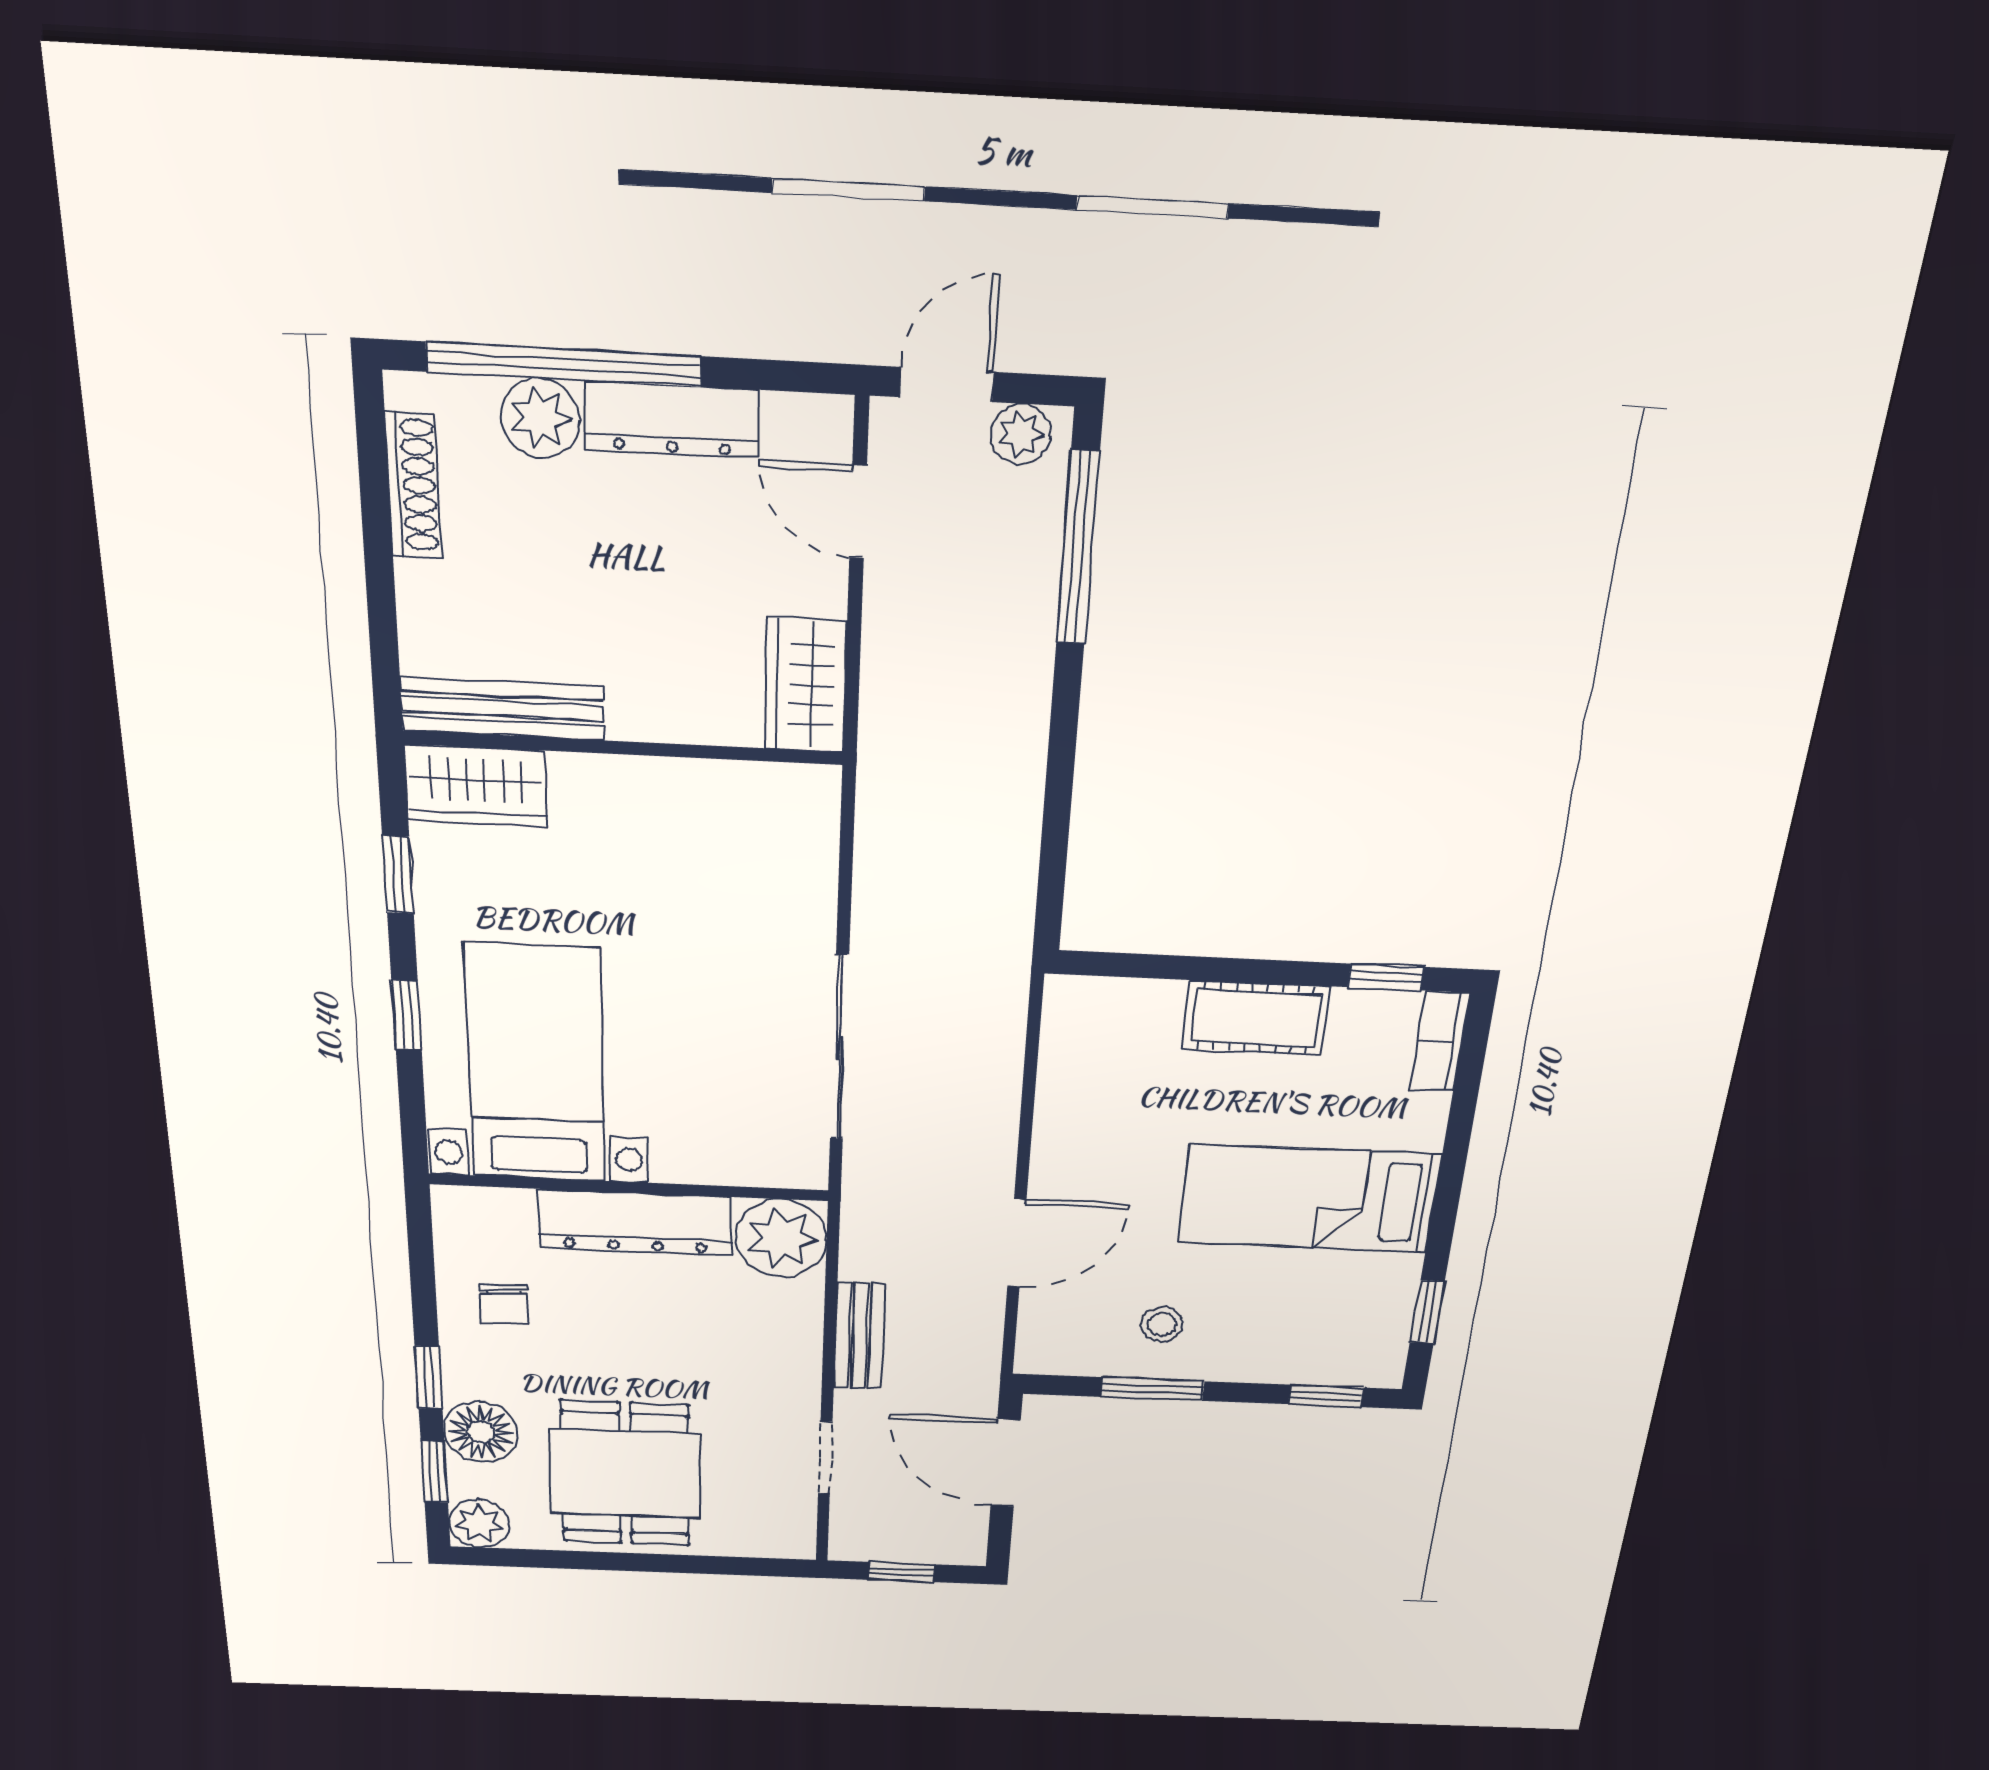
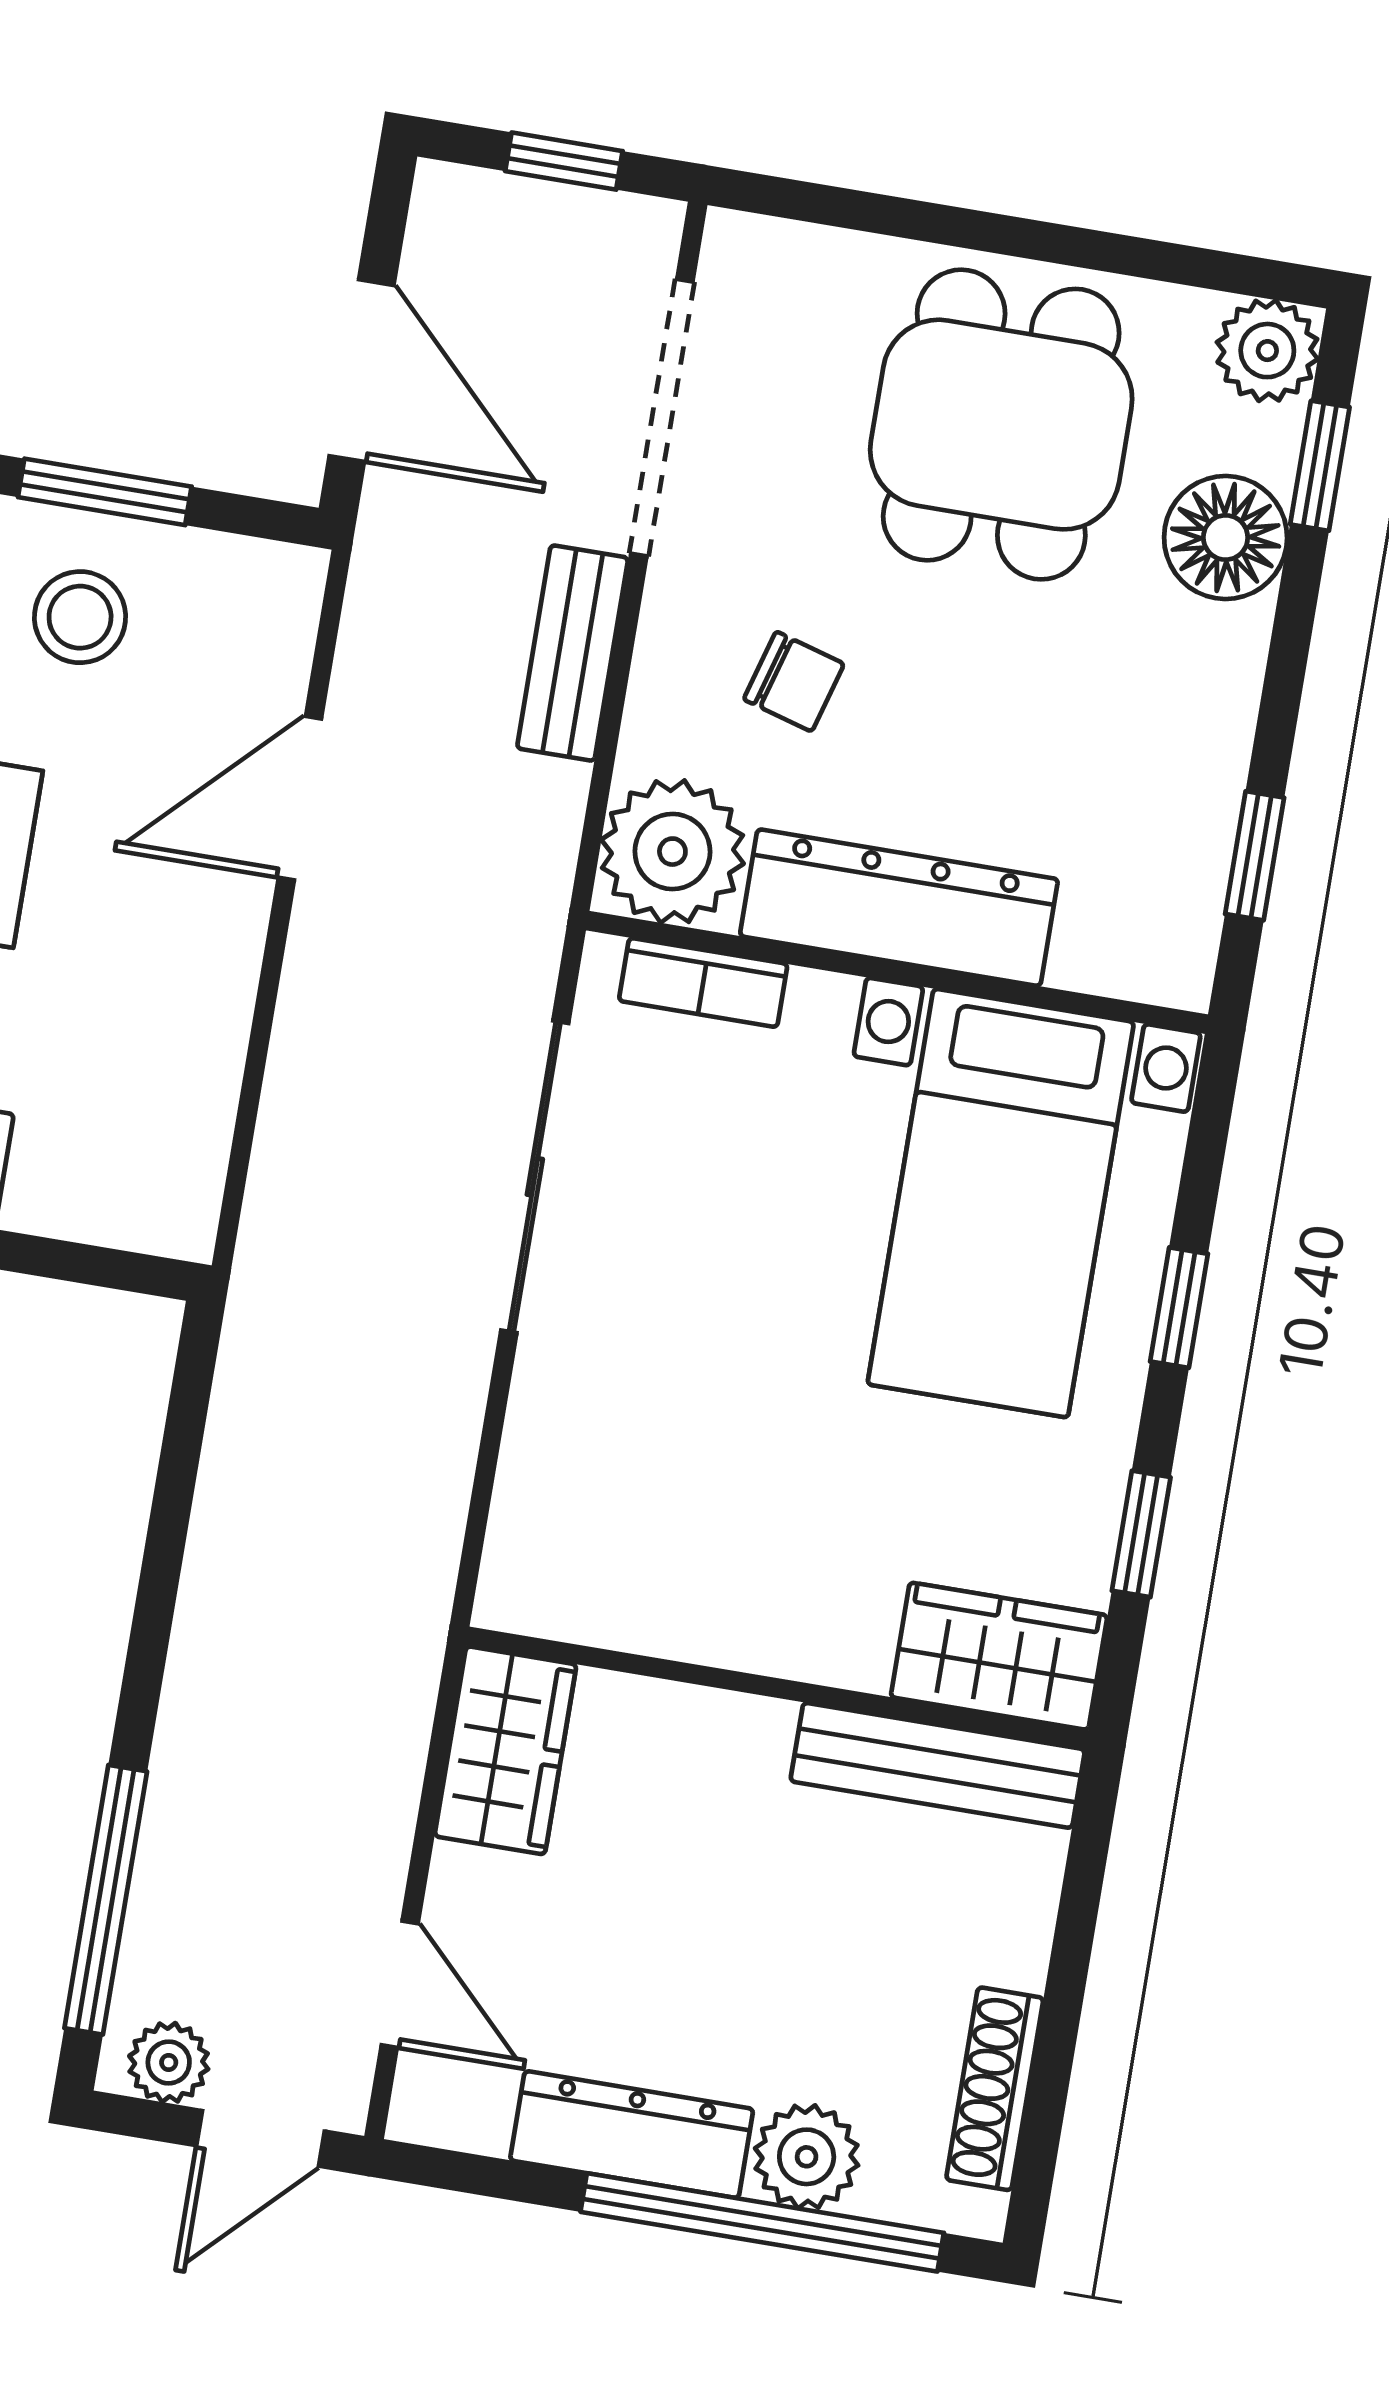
bookcase: (750, 1169) -> (703, 982), added
chair: (504, 1304) -> (794, 682), moved, turned 107
stool: (1162, 1324) -> (80, 617), width x1.37, depth x1.37
window: (429, 1378) -> (1255, 856), moved
doorway: (825, 1458) -> (662, 418), width x1.88

